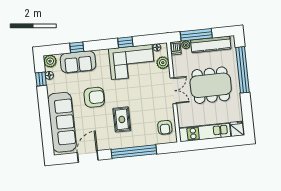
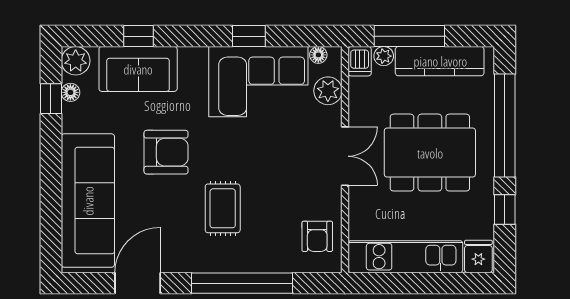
window: (246, 107) -> (505, 210), added

